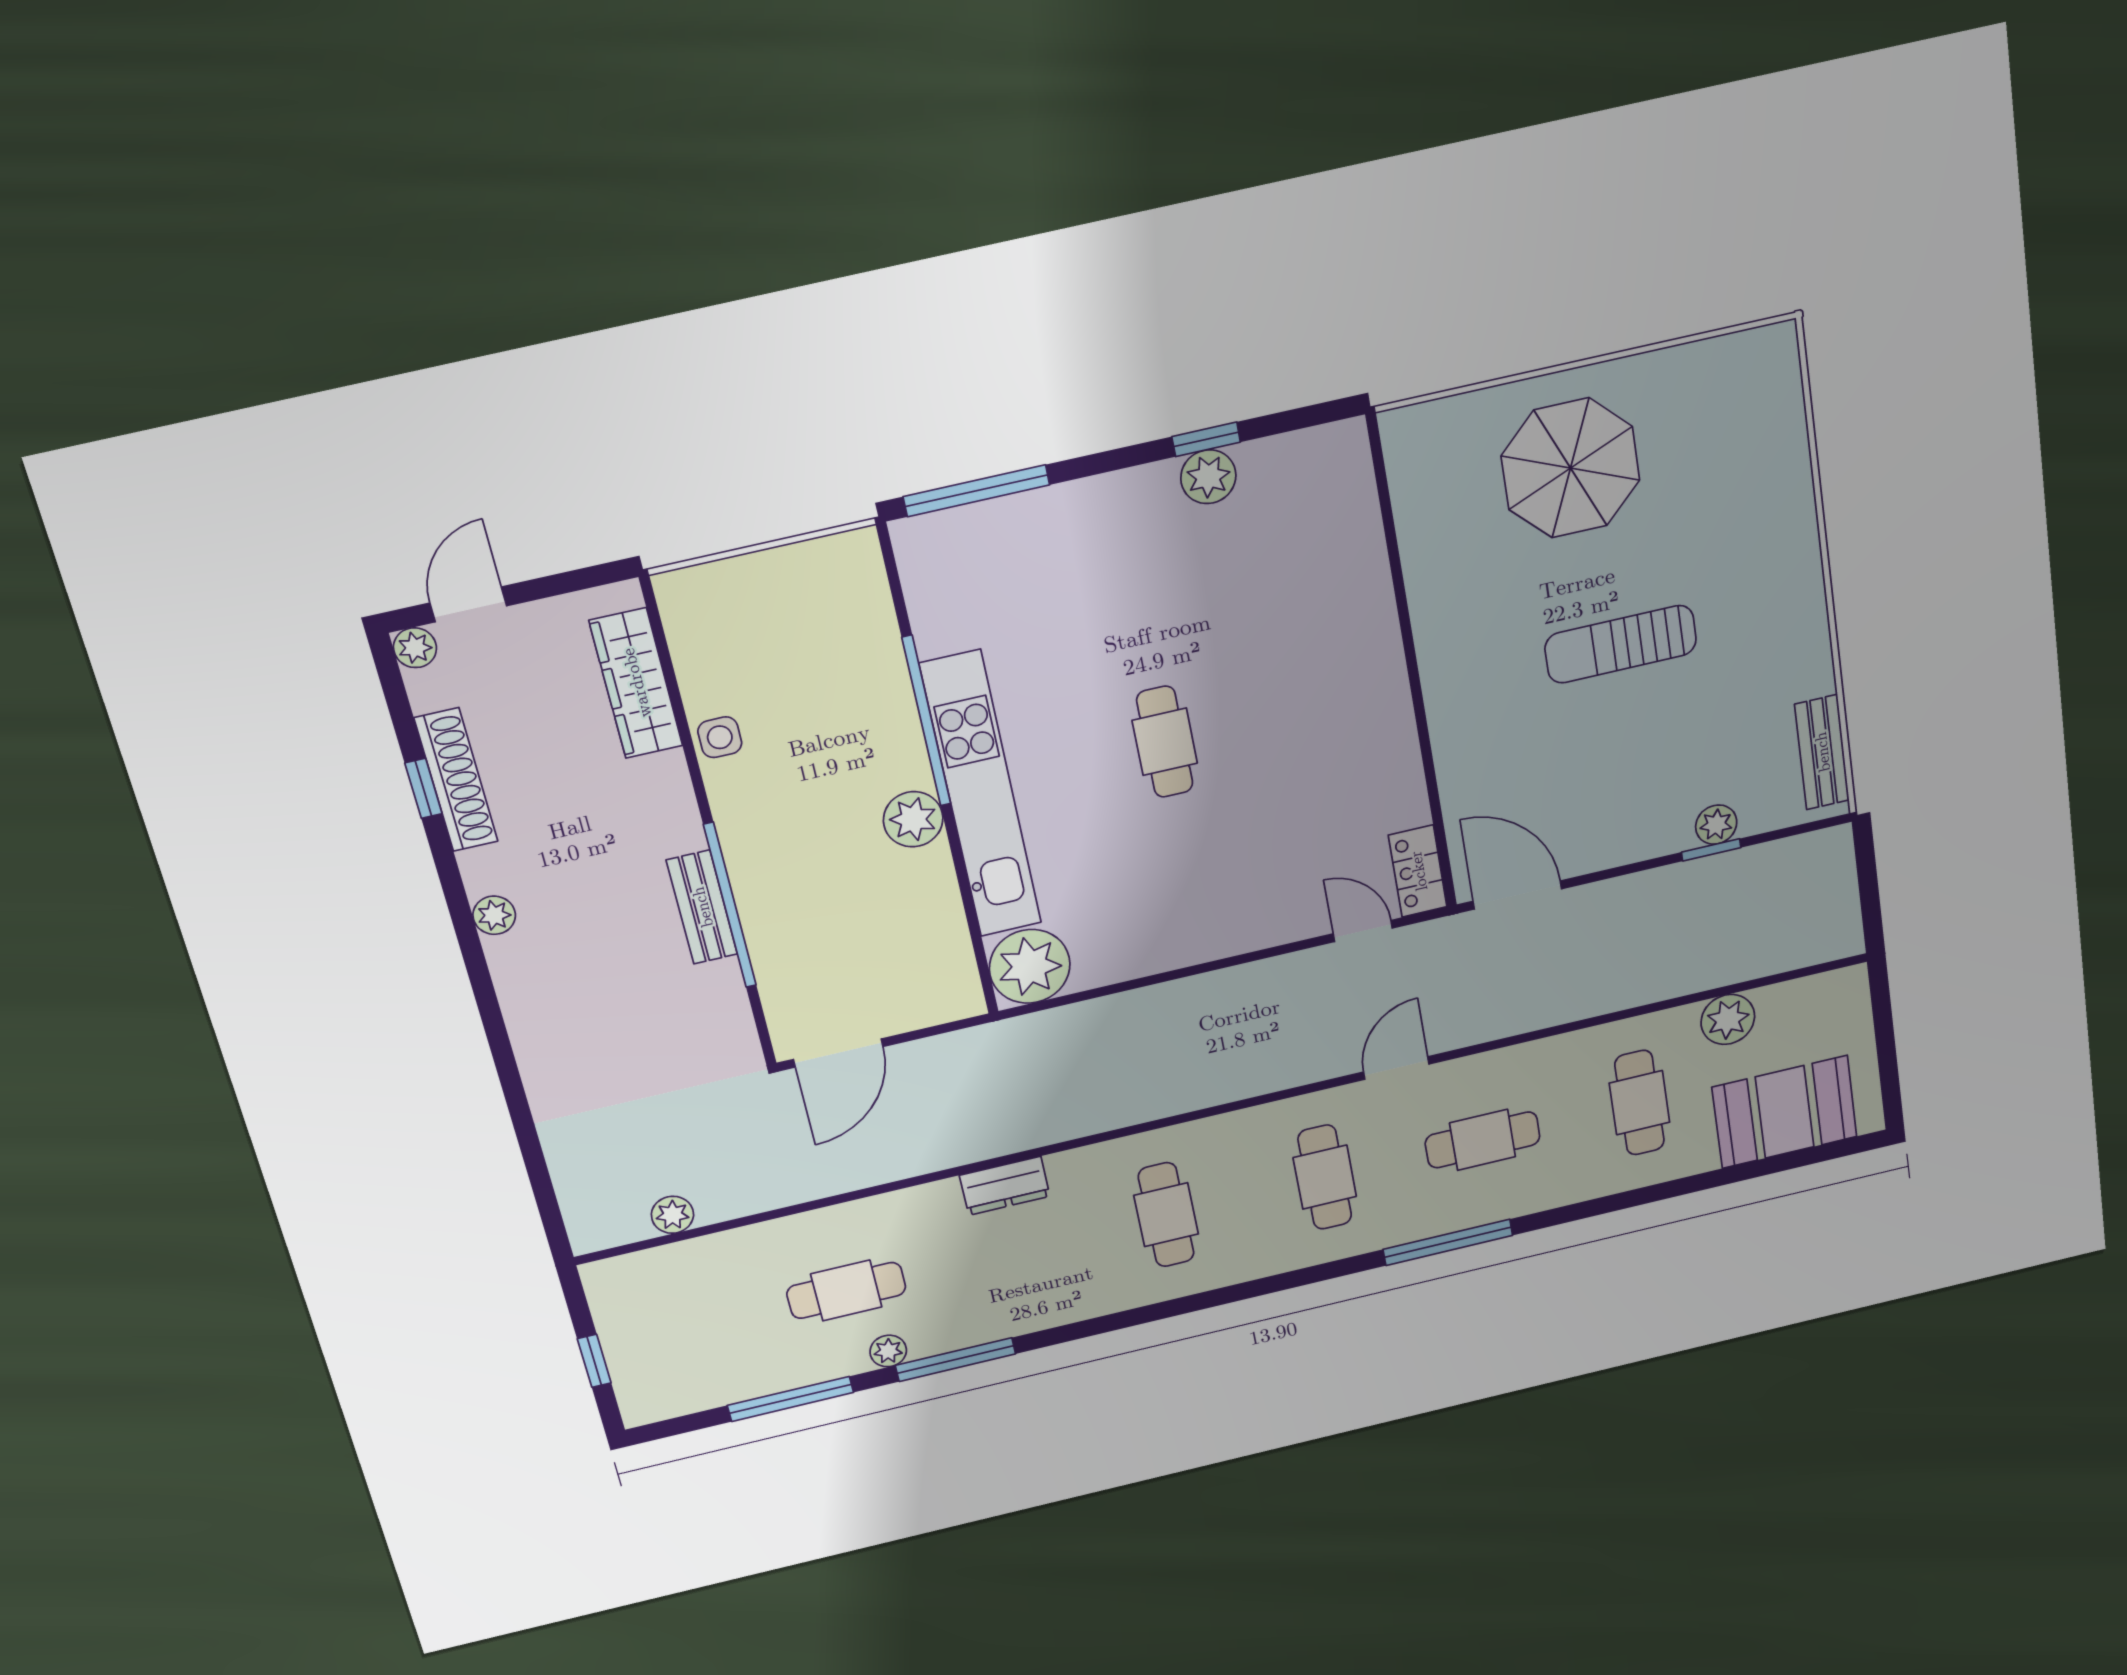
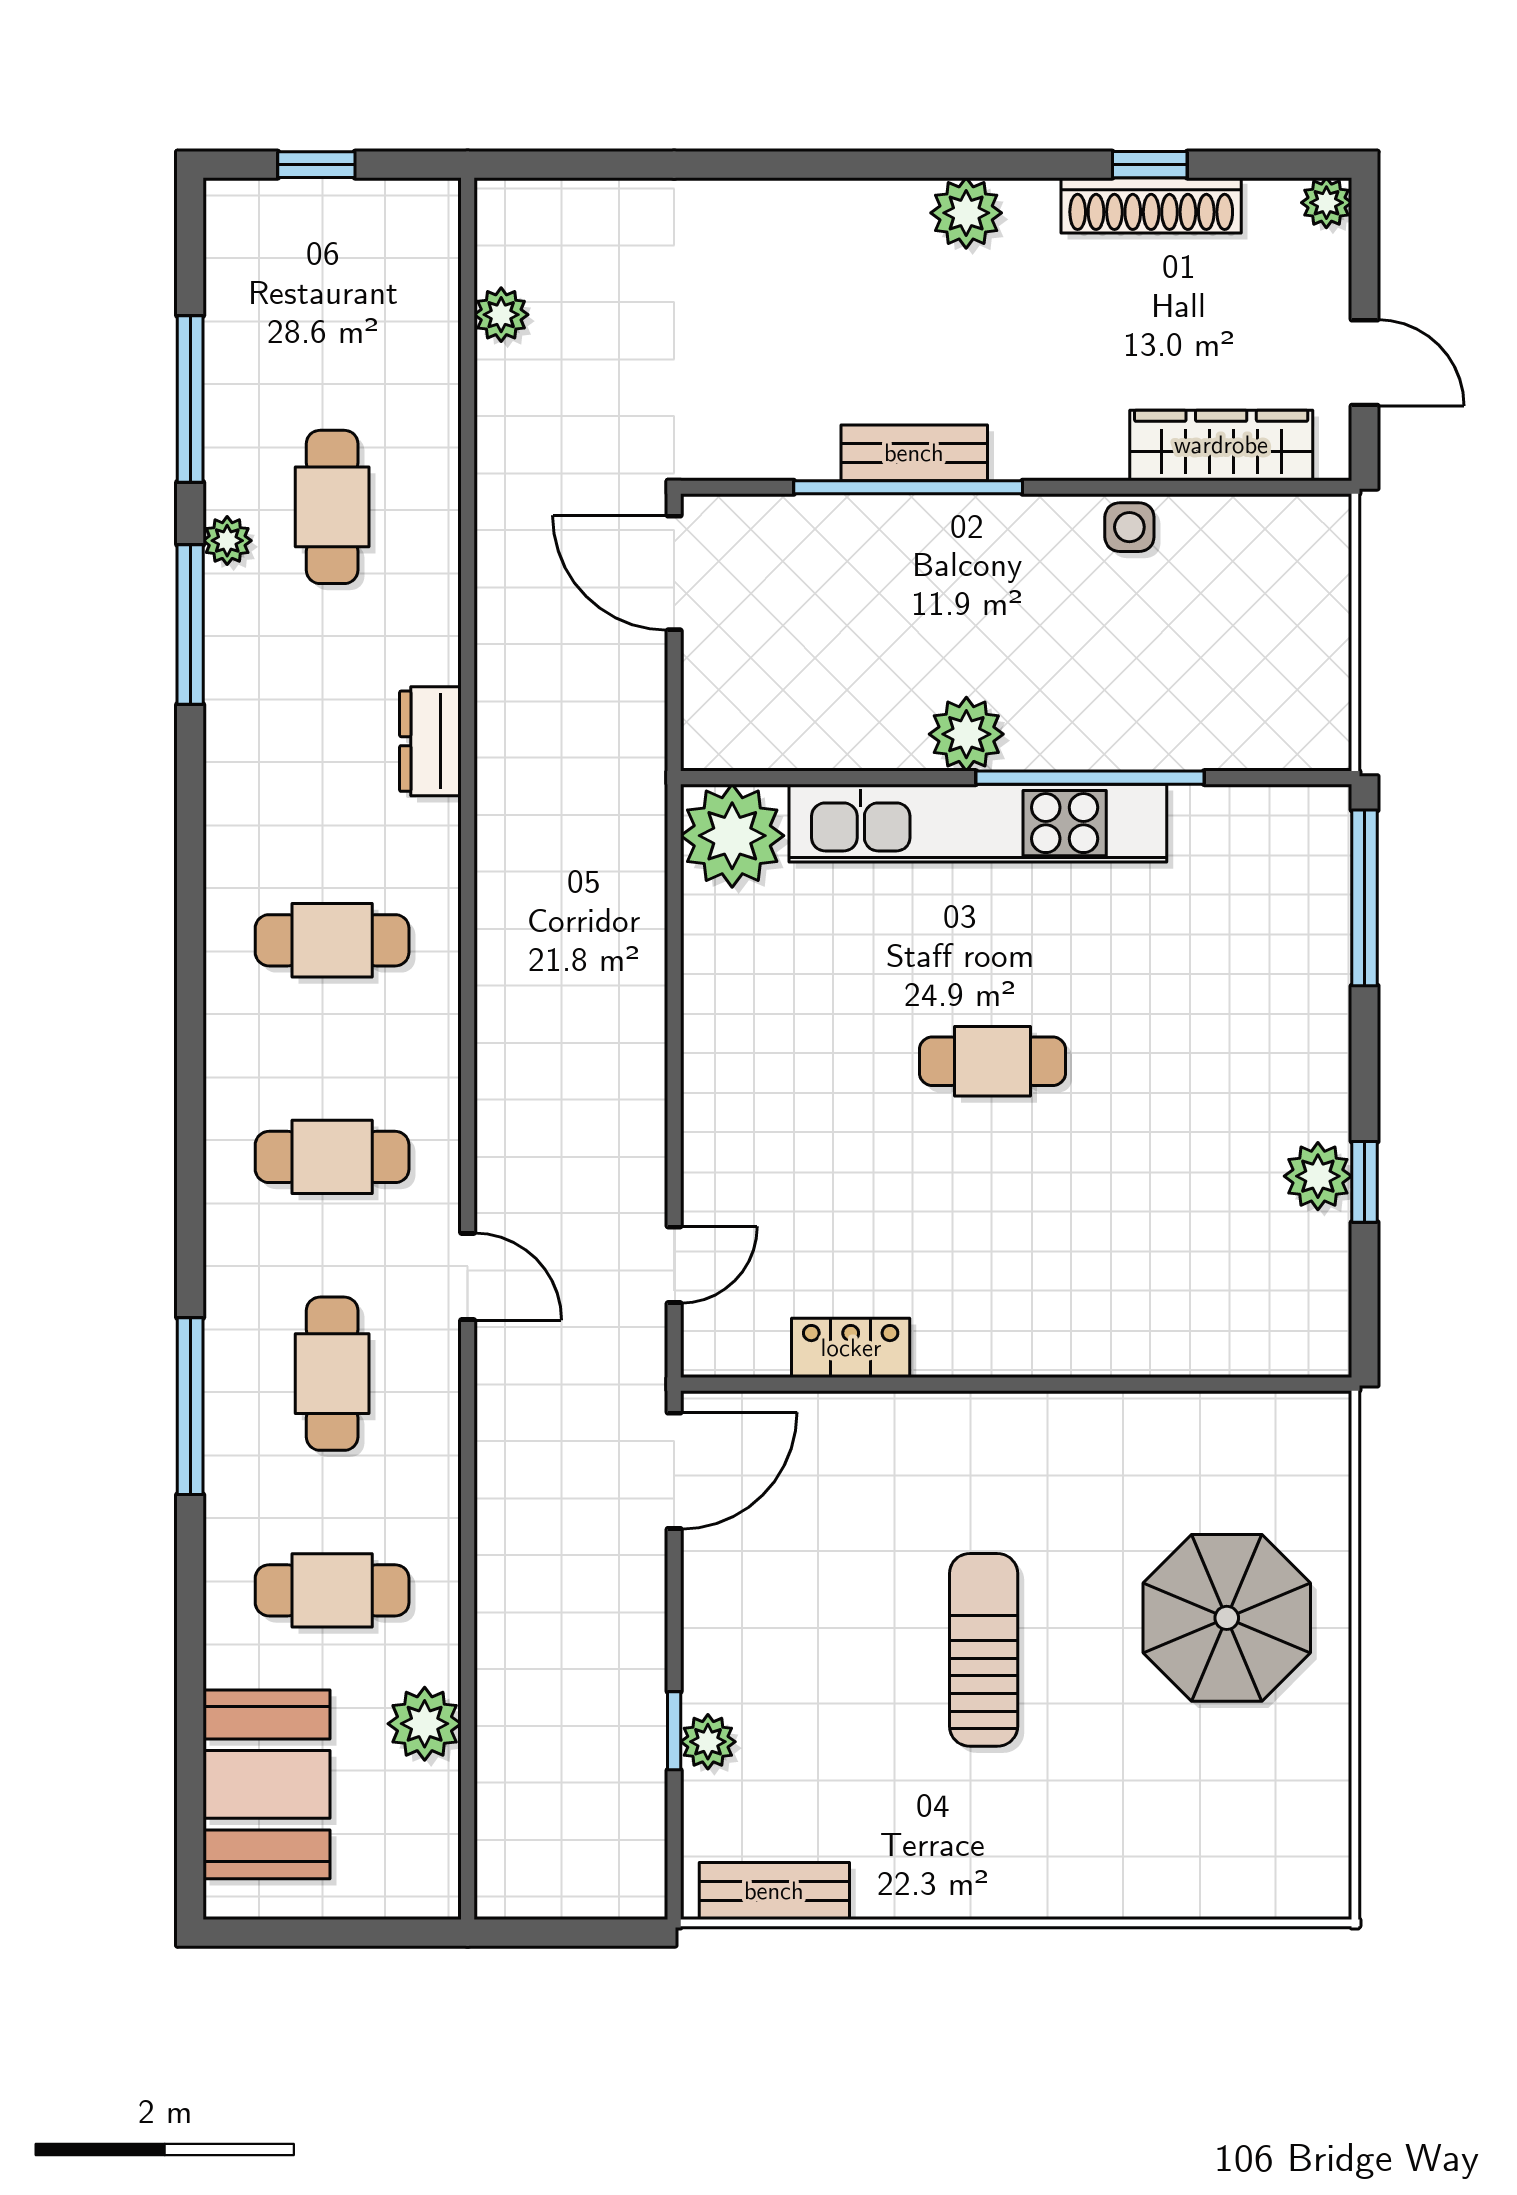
door: (468, 604) -> (1365, 363), moved
locker: (1418, 871) -> (851, 1348), moved
plant: (494, 915) -> (966, 213), width x1.38, depth x1.38
window: (1448, 1242) -> (190, 1406), moved

